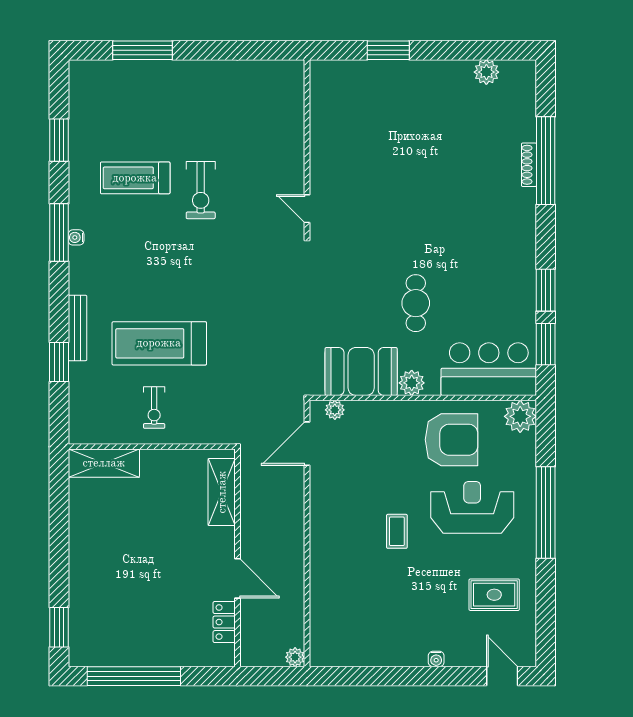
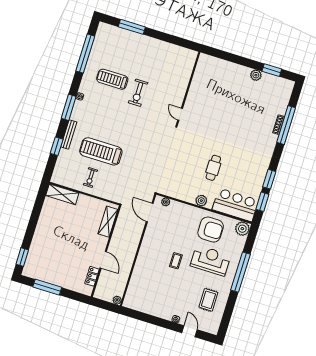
window: (388, 50) -> (272, 70), moved
plant: (486, 72) -> (256, 75), moved
window: (59, 140) -> (85, 54), width x2.11
window: (59, 232) -> (69, 107), moved
booth: (361, 371) -> (182, 189), removed
door: (307, 444) -> (150, 212), hinge flipped
rug: (494, 595) -> (208, 300), turned 90
window: (134, 676) -> (47, 287), width x0.68
door: (502, 676) -> (189, 331), moved

